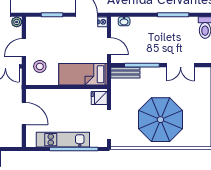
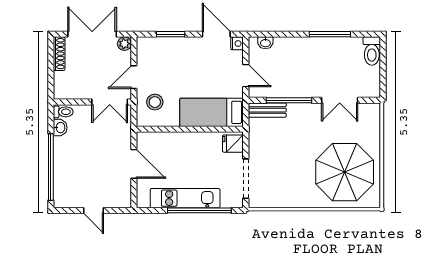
parasol: (160, 120) -> (345, 172), moved

